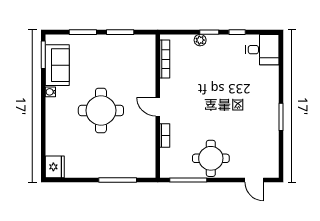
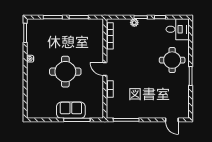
sofa: (57, 65) -> (71, 110), moved, turned -90
round table: (211, 158) -> (172, 60), moved
fridge: (55, 167) -> (33, 111), removed

